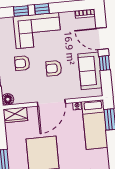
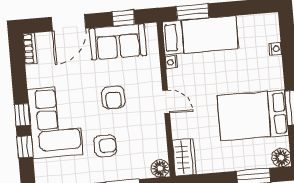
armchair: (22, 63) -> (105, 146), turned -90
window: (105, 63) -> (123, 18), moved
door: (51, 103) -> (166, 102), width x0.53

